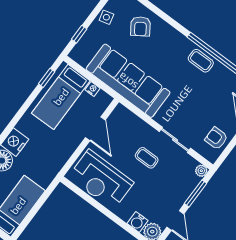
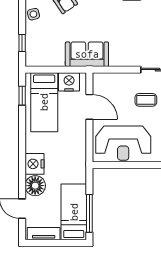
sofa: (128, 81) -> (87, 54), width x0.54, depth x0.79
nightstand: (93, 89) -> (69, 82), width x1.89, depth x1.79
window: (30, 217) -> (89, 213), added

